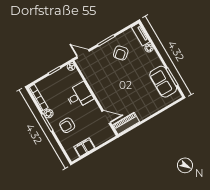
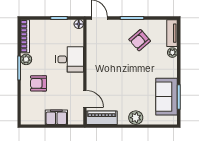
plant: (150, 109) -> (136, 118), added
filing cabinet: (84, 147) -> (56, 117), moved

